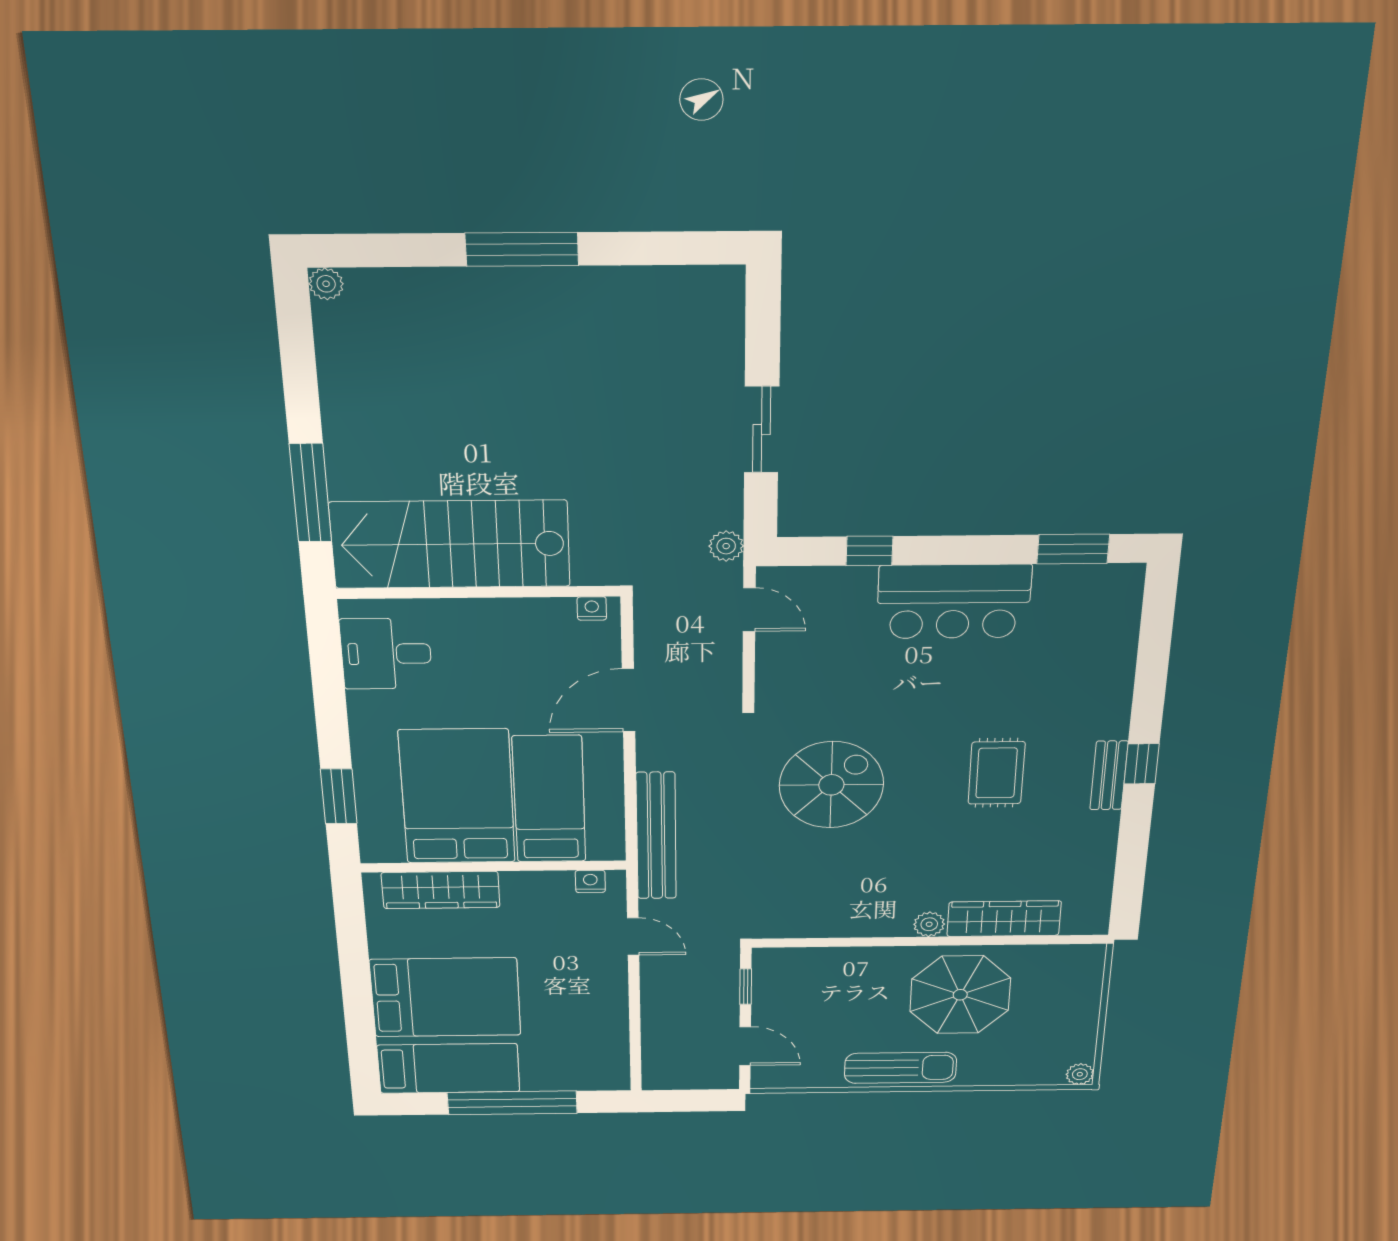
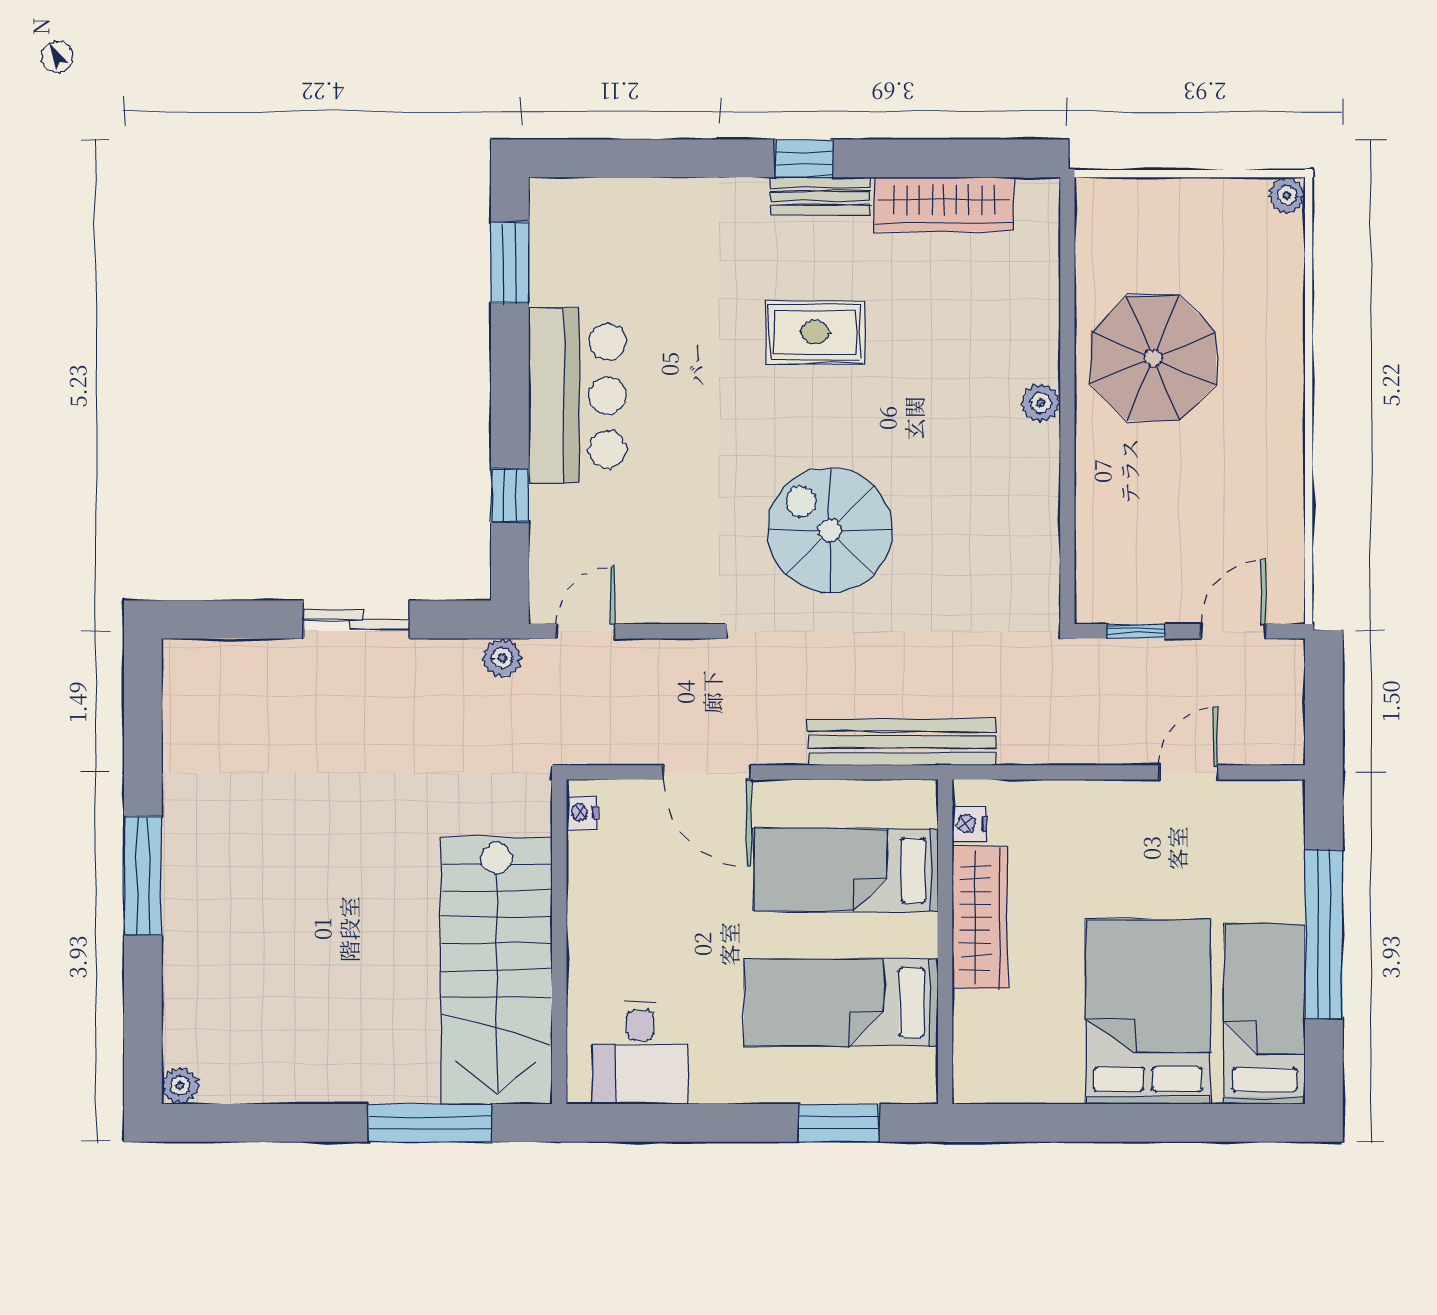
bed: (457, 797) -> (841, 1003), width x0.67
wardrobe: (441, 890) -> (980, 917), moved
wardrobe: (1004, 919) -> (944, 204), moved, turned -90
door: (633, 937) -> (1188, 772), moved
sun lounger: (901, 1068) -> (1272, 429), removed

